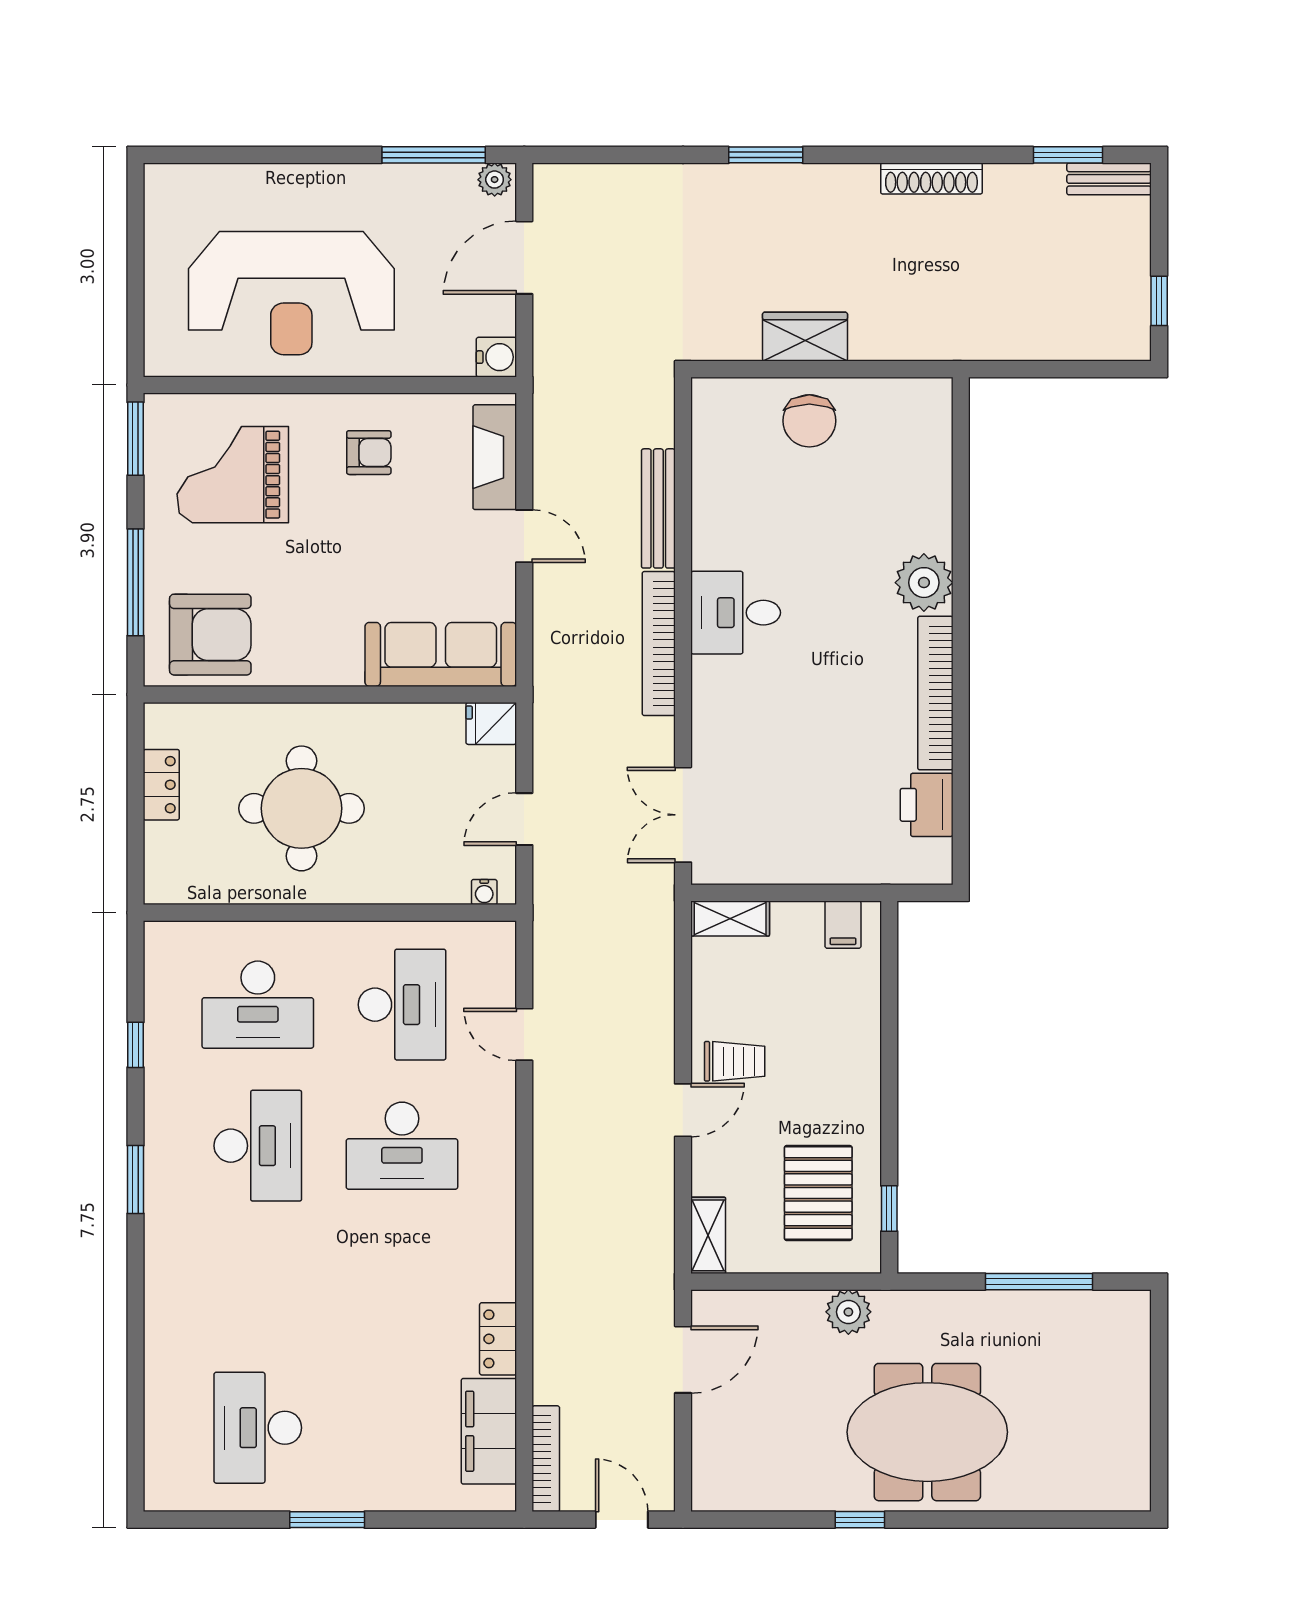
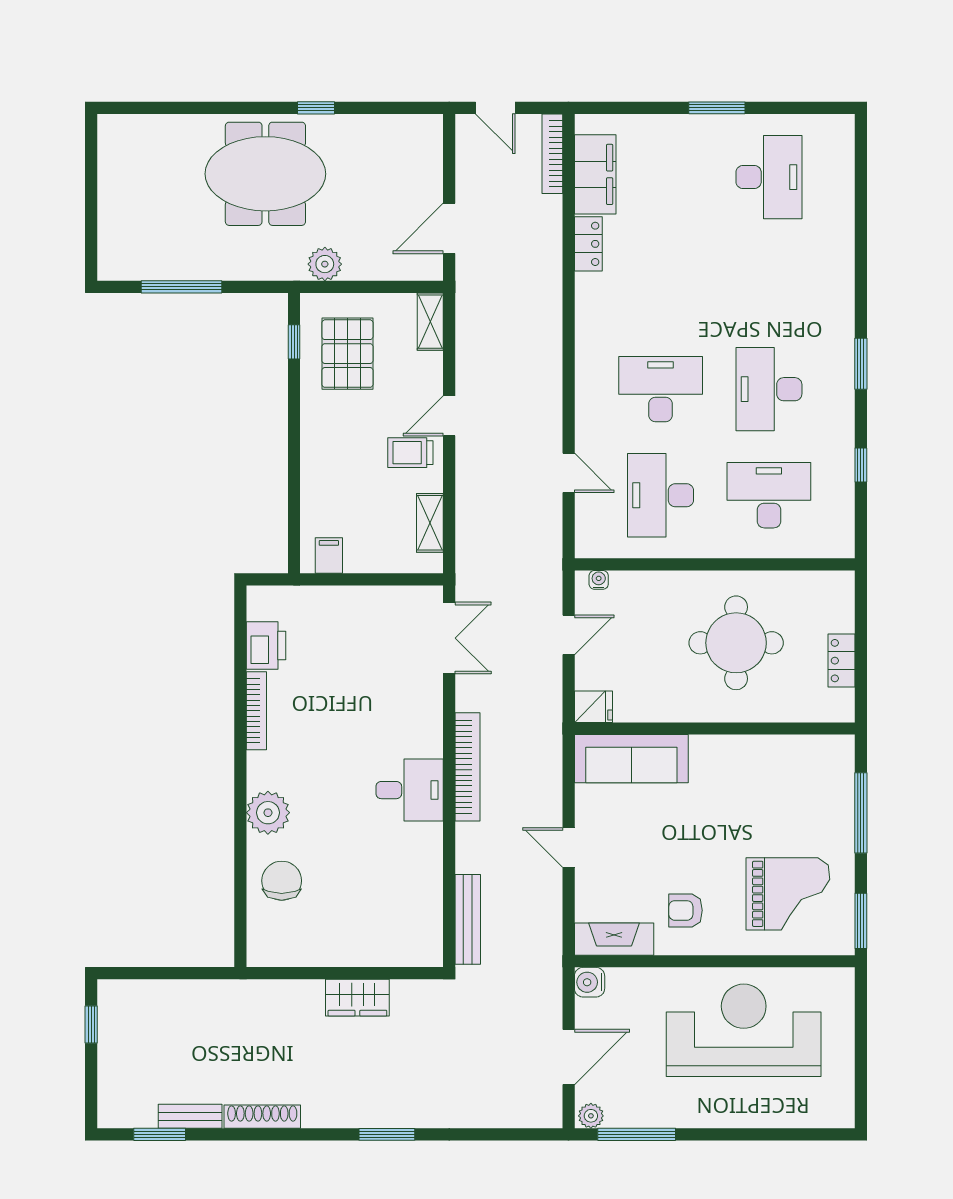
bench: (1109, 179) -> (190, 1116), moved
chair: (809, 421) -> (282, 881), moved
fireplace: (495, 457) -> (614, 939), moved, turned -90
bench: (658, 508) -> (468, 919), moved
armchair: (210, 635) -> (805, 774), removed
bookcase: (935, 693) -> (256, 711), width x0.68, depth x0.76
shelving: (730, 918) -> (430, 523), moved, turned 90

